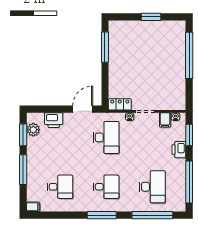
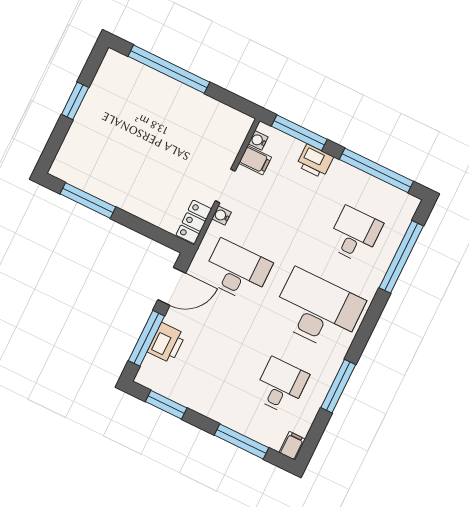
window: (51, 109) -> (146, 338), added
door: (83, 109) -> (172, 286), swing flipped
plant: (33, 130) -> (166, 384), removed
window: (189, 135) -> (299, 133), width x1.44
window: (23, 170) -> (241, 441), moved
desk: (106, 187) -> (318, 310), width x1.87, depth x1.30
desk: (152, 187) -> (355, 234), width x0.73
window: (102, 215) -> (338, 386), moved

